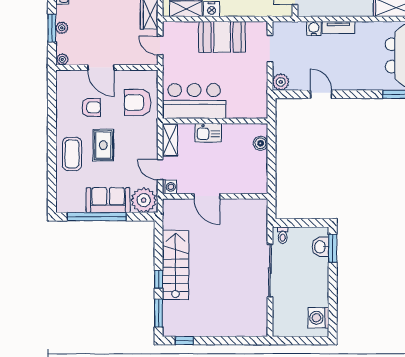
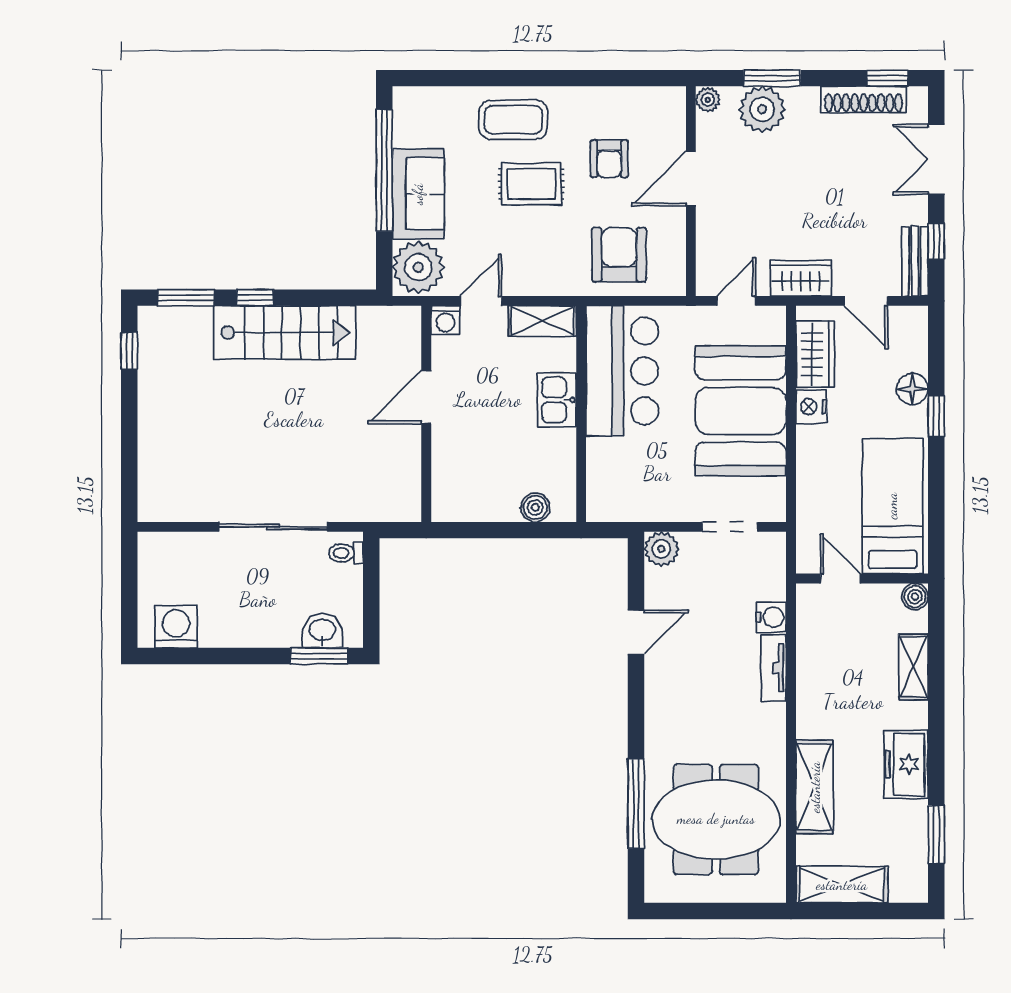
plant: (62, 28) -> (762, 109), width x1.87, depth x1.87
booth: (222, 37) -> (741, 411), width x1.36, depth x1.42

